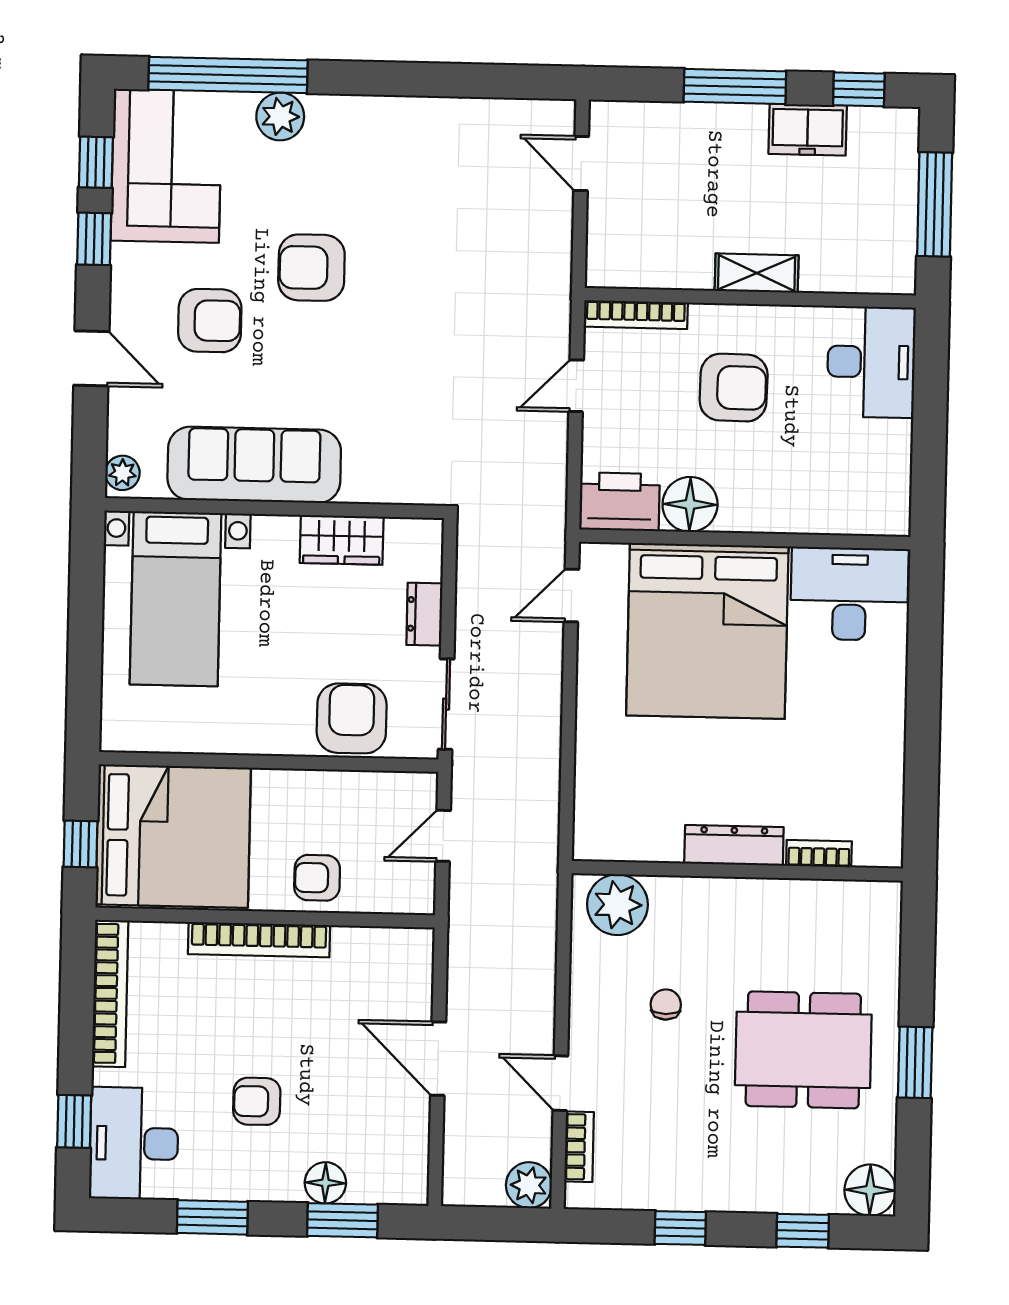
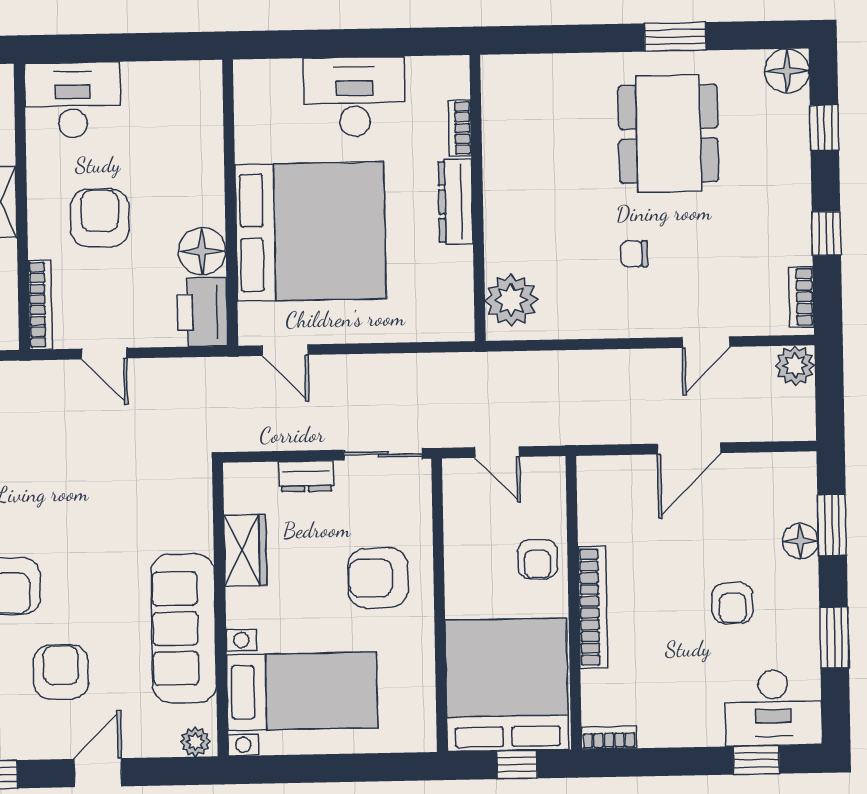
desk: (849, 594) -> (355, 97), moved, turned 90
armchair: (352, 718) -> (378, 578), moved
dresser: (734, 845) -> (456, 202), moved
bookcase: (819, 854) -> (460, 128), moved
wall: (737, 871) -> (478, 198), moved
plant: (617, 905) -> (511, 300), moved
bookcase: (110, 993) -> (609, 738), width x0.43, depth x0.76
bookcase: (579, 1147) -> (801, 297), moved, turned -90

